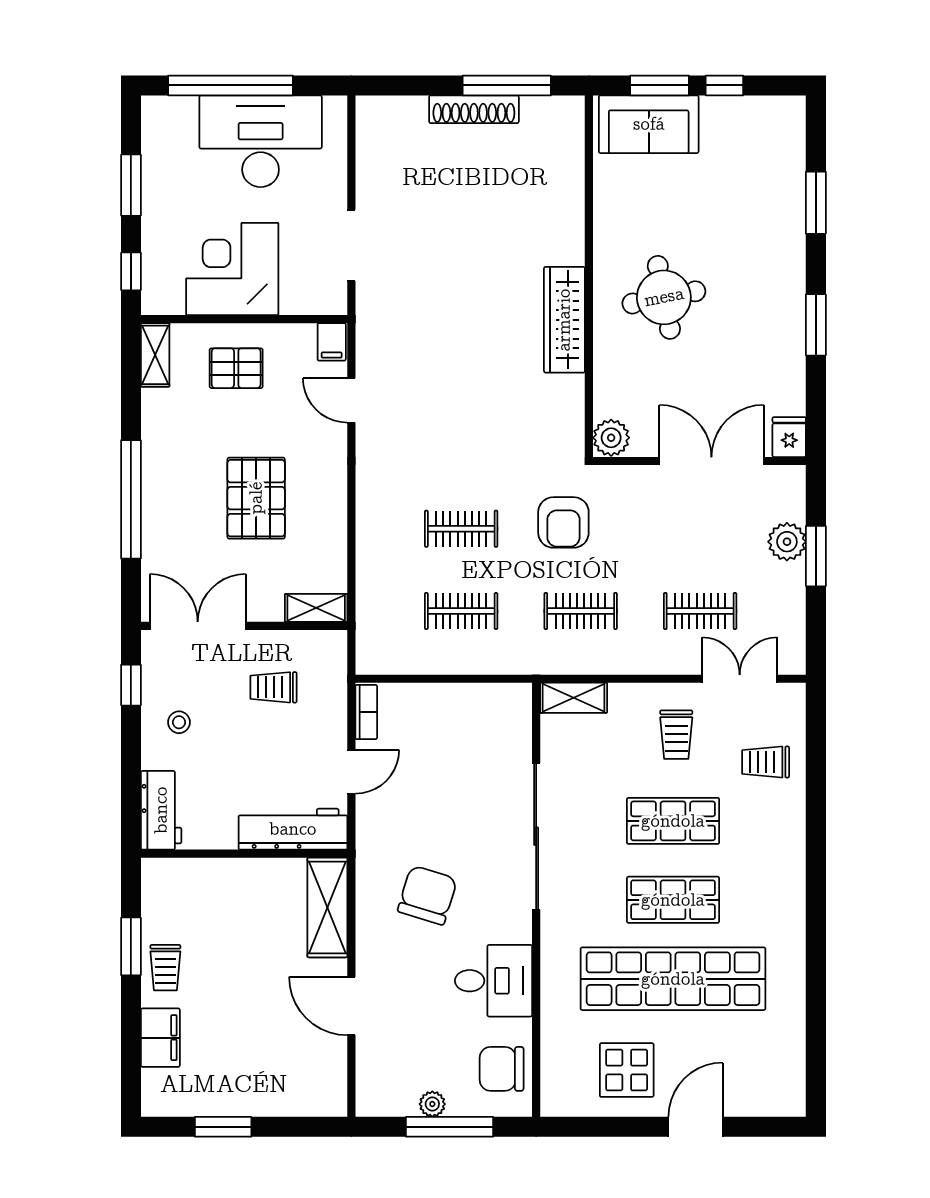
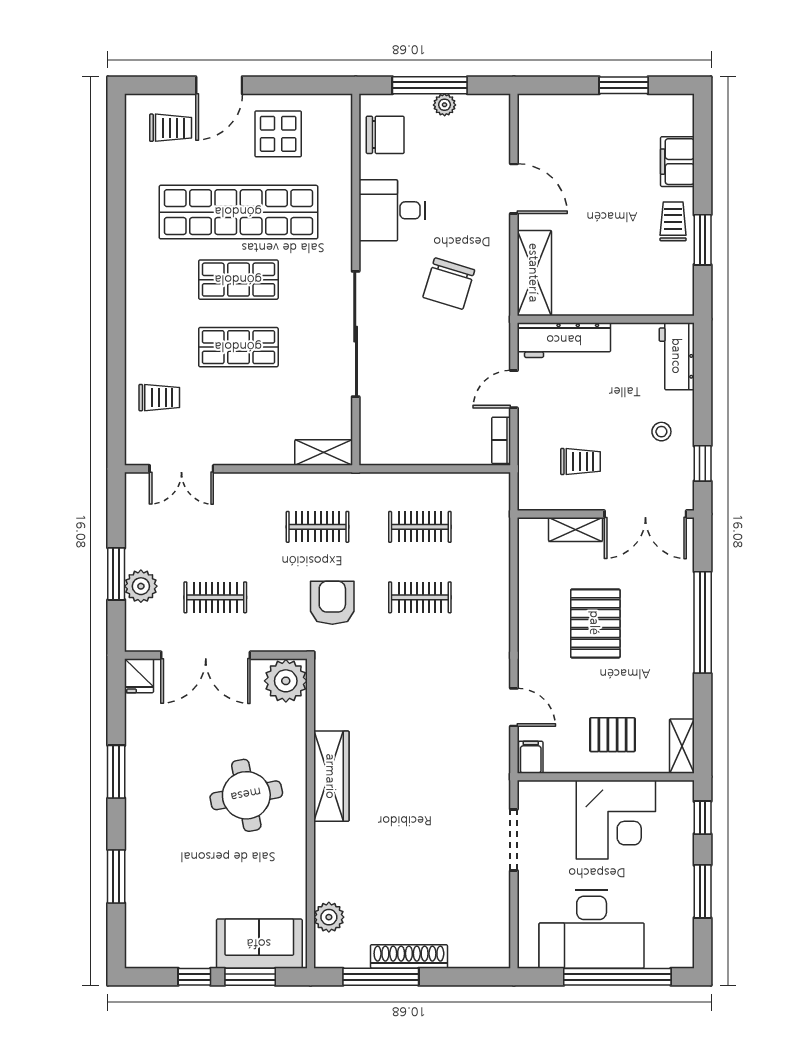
plant: (567, 155) -> (329, 917), added
plant: (611, 438) -> (286, 681), width x1.36, depth x1.36
shelving: (316, 608) -> (576, 529), moved
clothes rail: (700, 611) -> (215, 597), moved
trolley: (676, 735) -> (171, 128), moved, turned 90

